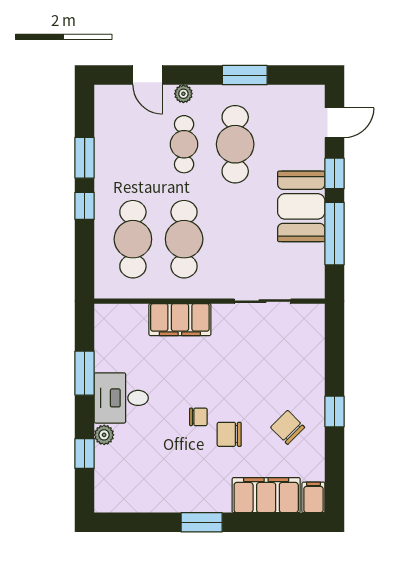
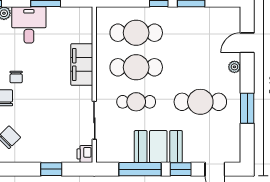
cafe table: (184, 144) -> (136, 102), moved
printer: (312, 315) -> (85, 154), added
window: (335, 412) -> (51, 169), moved

